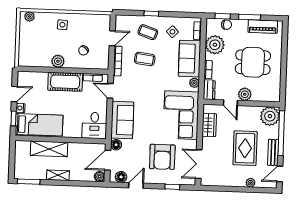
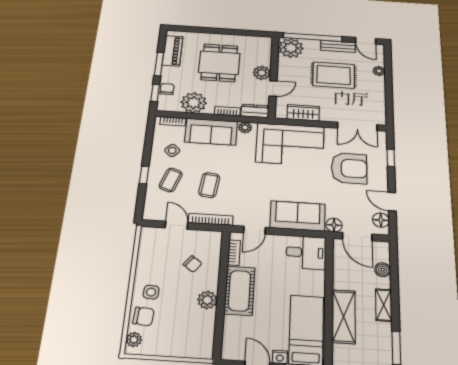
chair: (45, 21) -> (144, 316), added
boiler: (100, 177) -> (383, 270), moved

